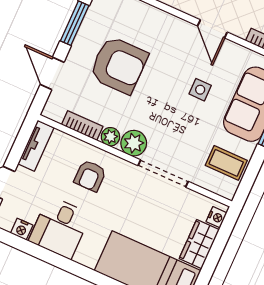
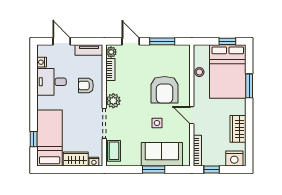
door: (212, 29) -> (192, 115), hinge flipped
armchair: (119, 65) -> (165, 90), moved
door: (52, 73) -> (131, 41), hinge flipped
plant: (110, 137) -> (111, 52), moved
coffee table: (226, 163) -> (114, 151), moved

